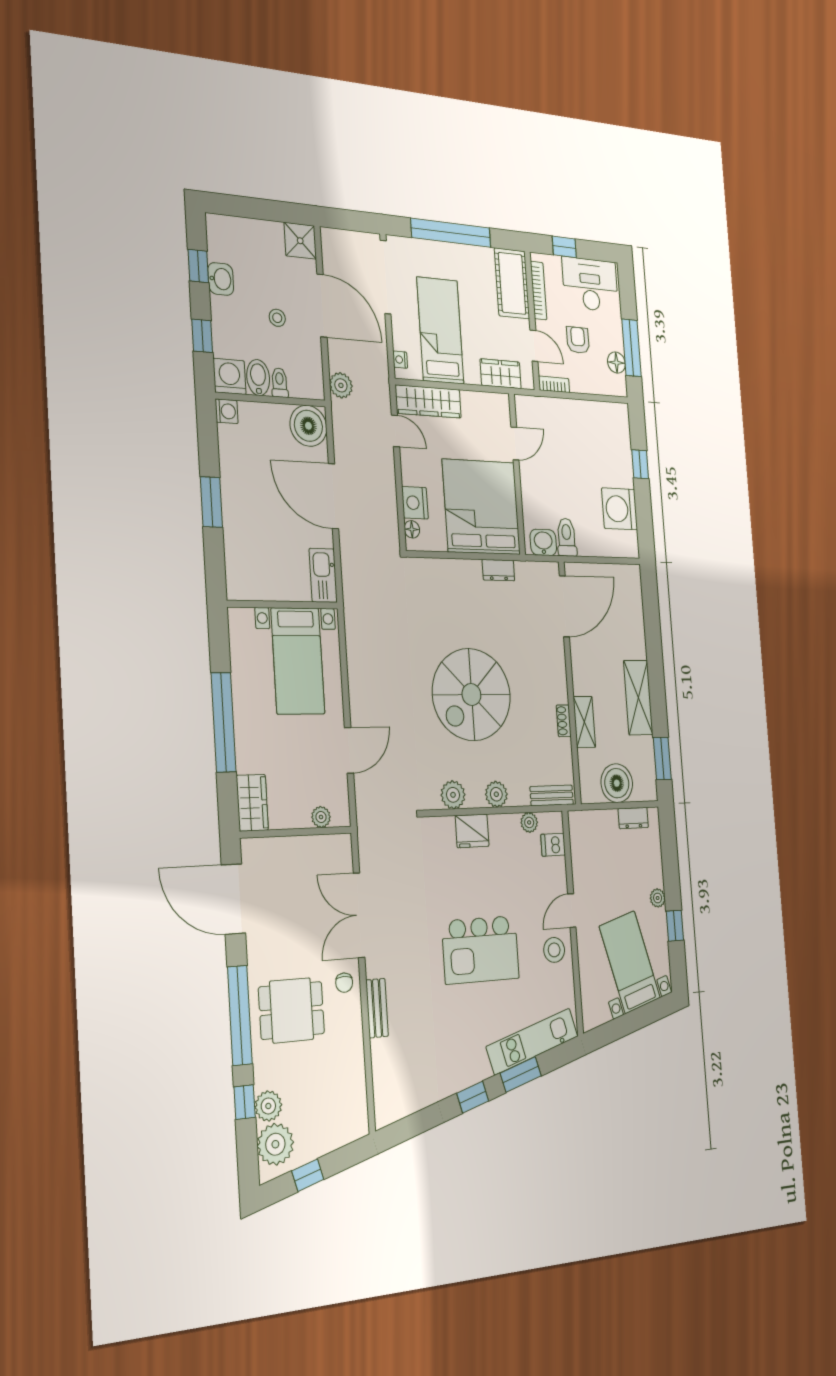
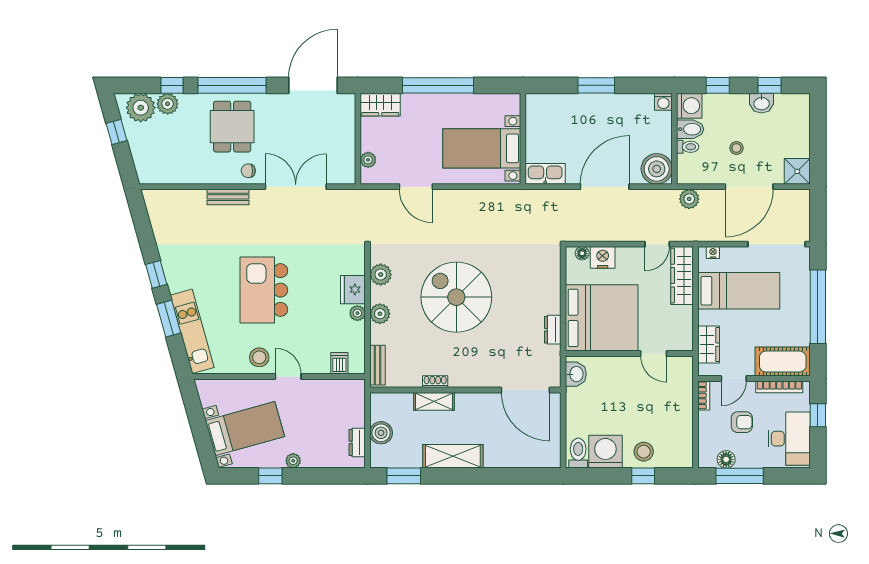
stool: (616, 462) -> (644, 452), added
toilet: (567, 537) -> (578, 453), moved, turned -90
boiler: (617, 783) -> (381, 433), width x0.73, depth x0.73
plant: (529, 822) -> (357, 313), moved

